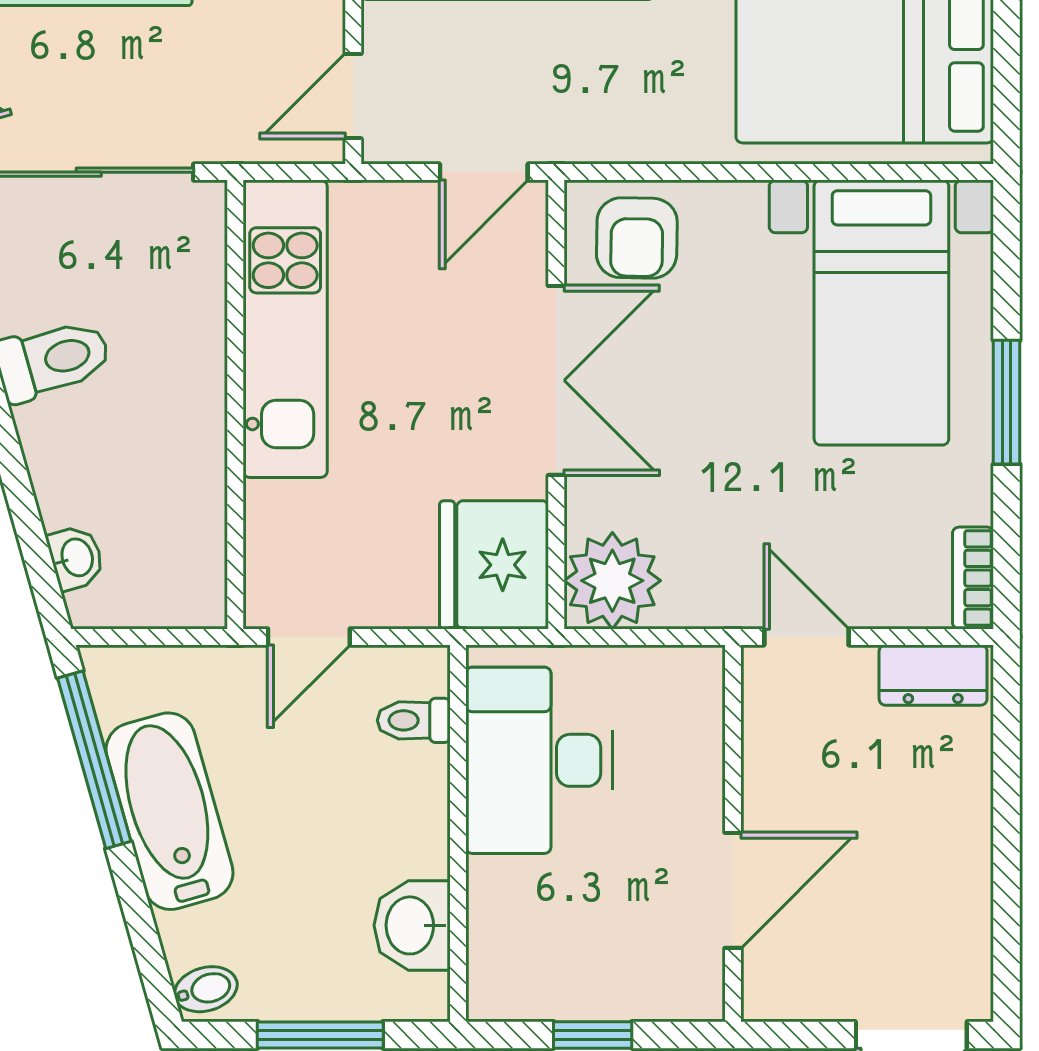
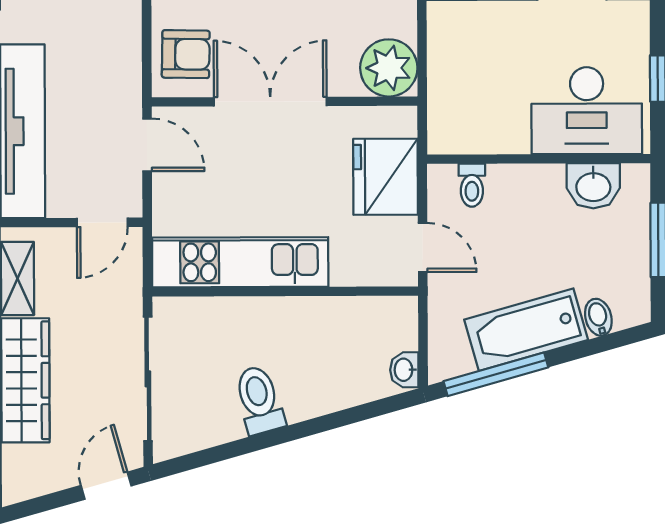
door: (353, 96) -> (102, 222), hinge flipped
washbasin: (76, 558) -> (404, 370), moved, turned -74
fridge: (494, 565) -> (386, 177), moved, turned 90
desk: (539, 760) -> (587, 111), moved
bidet: (206, 989) -> (598, 317), moved

